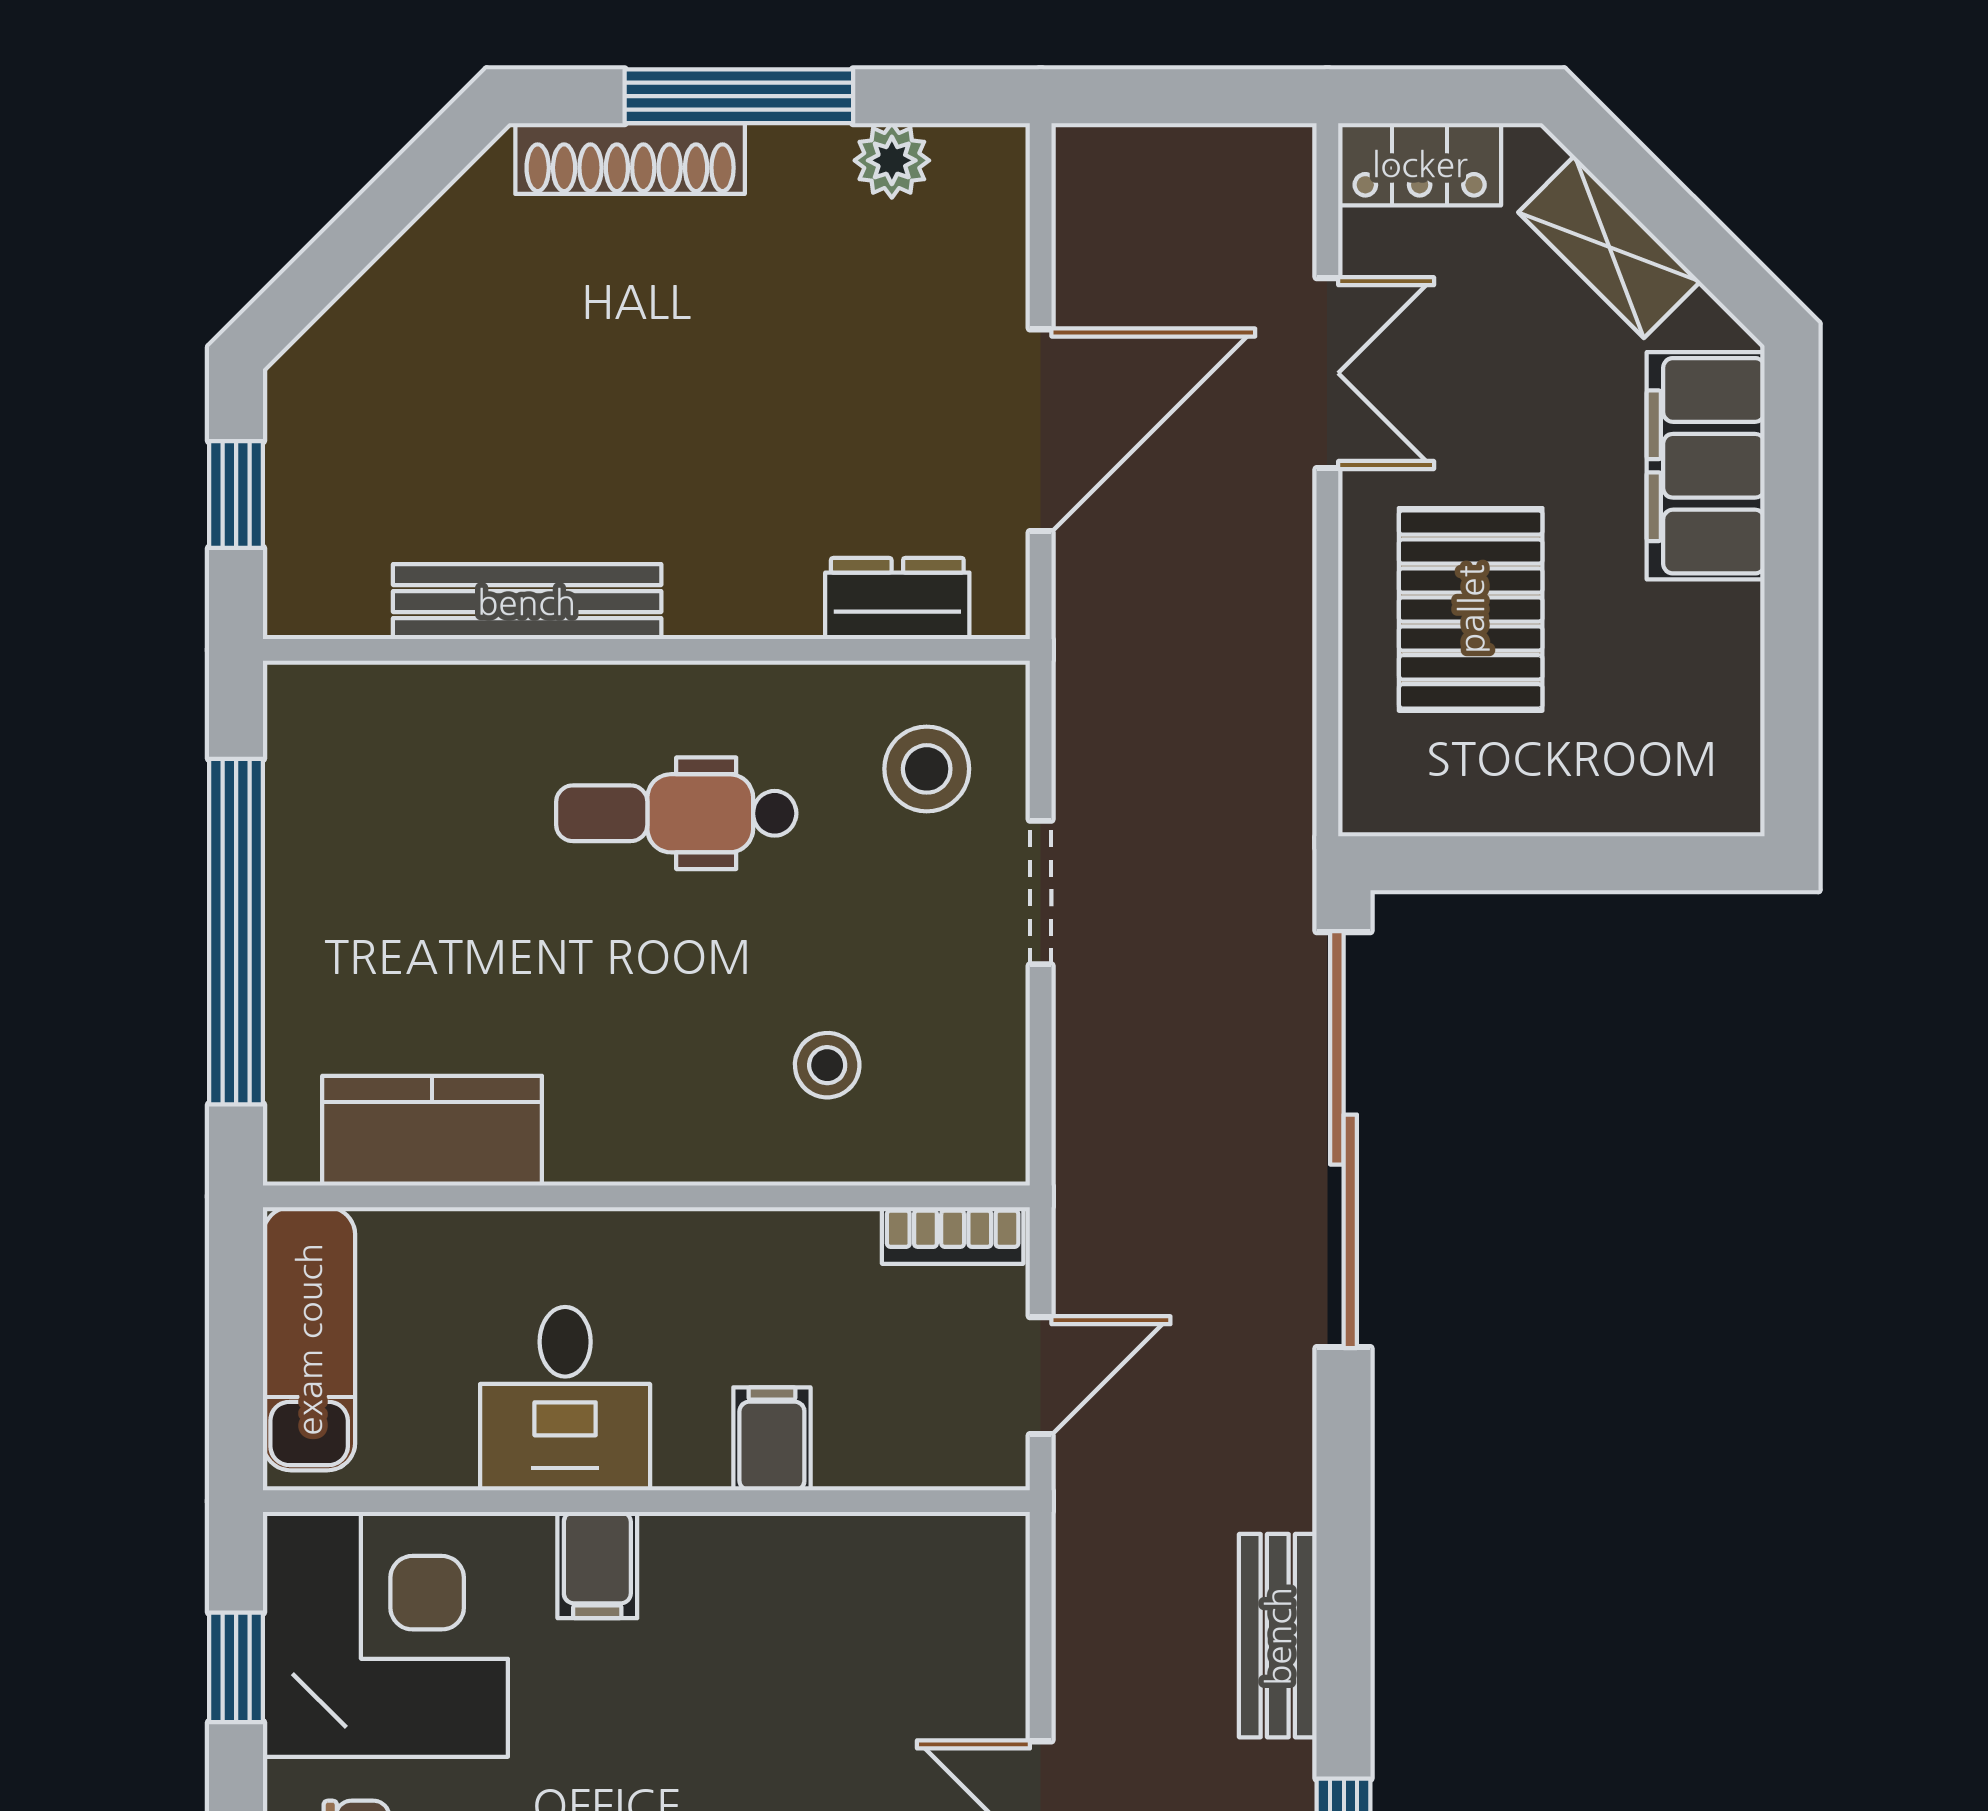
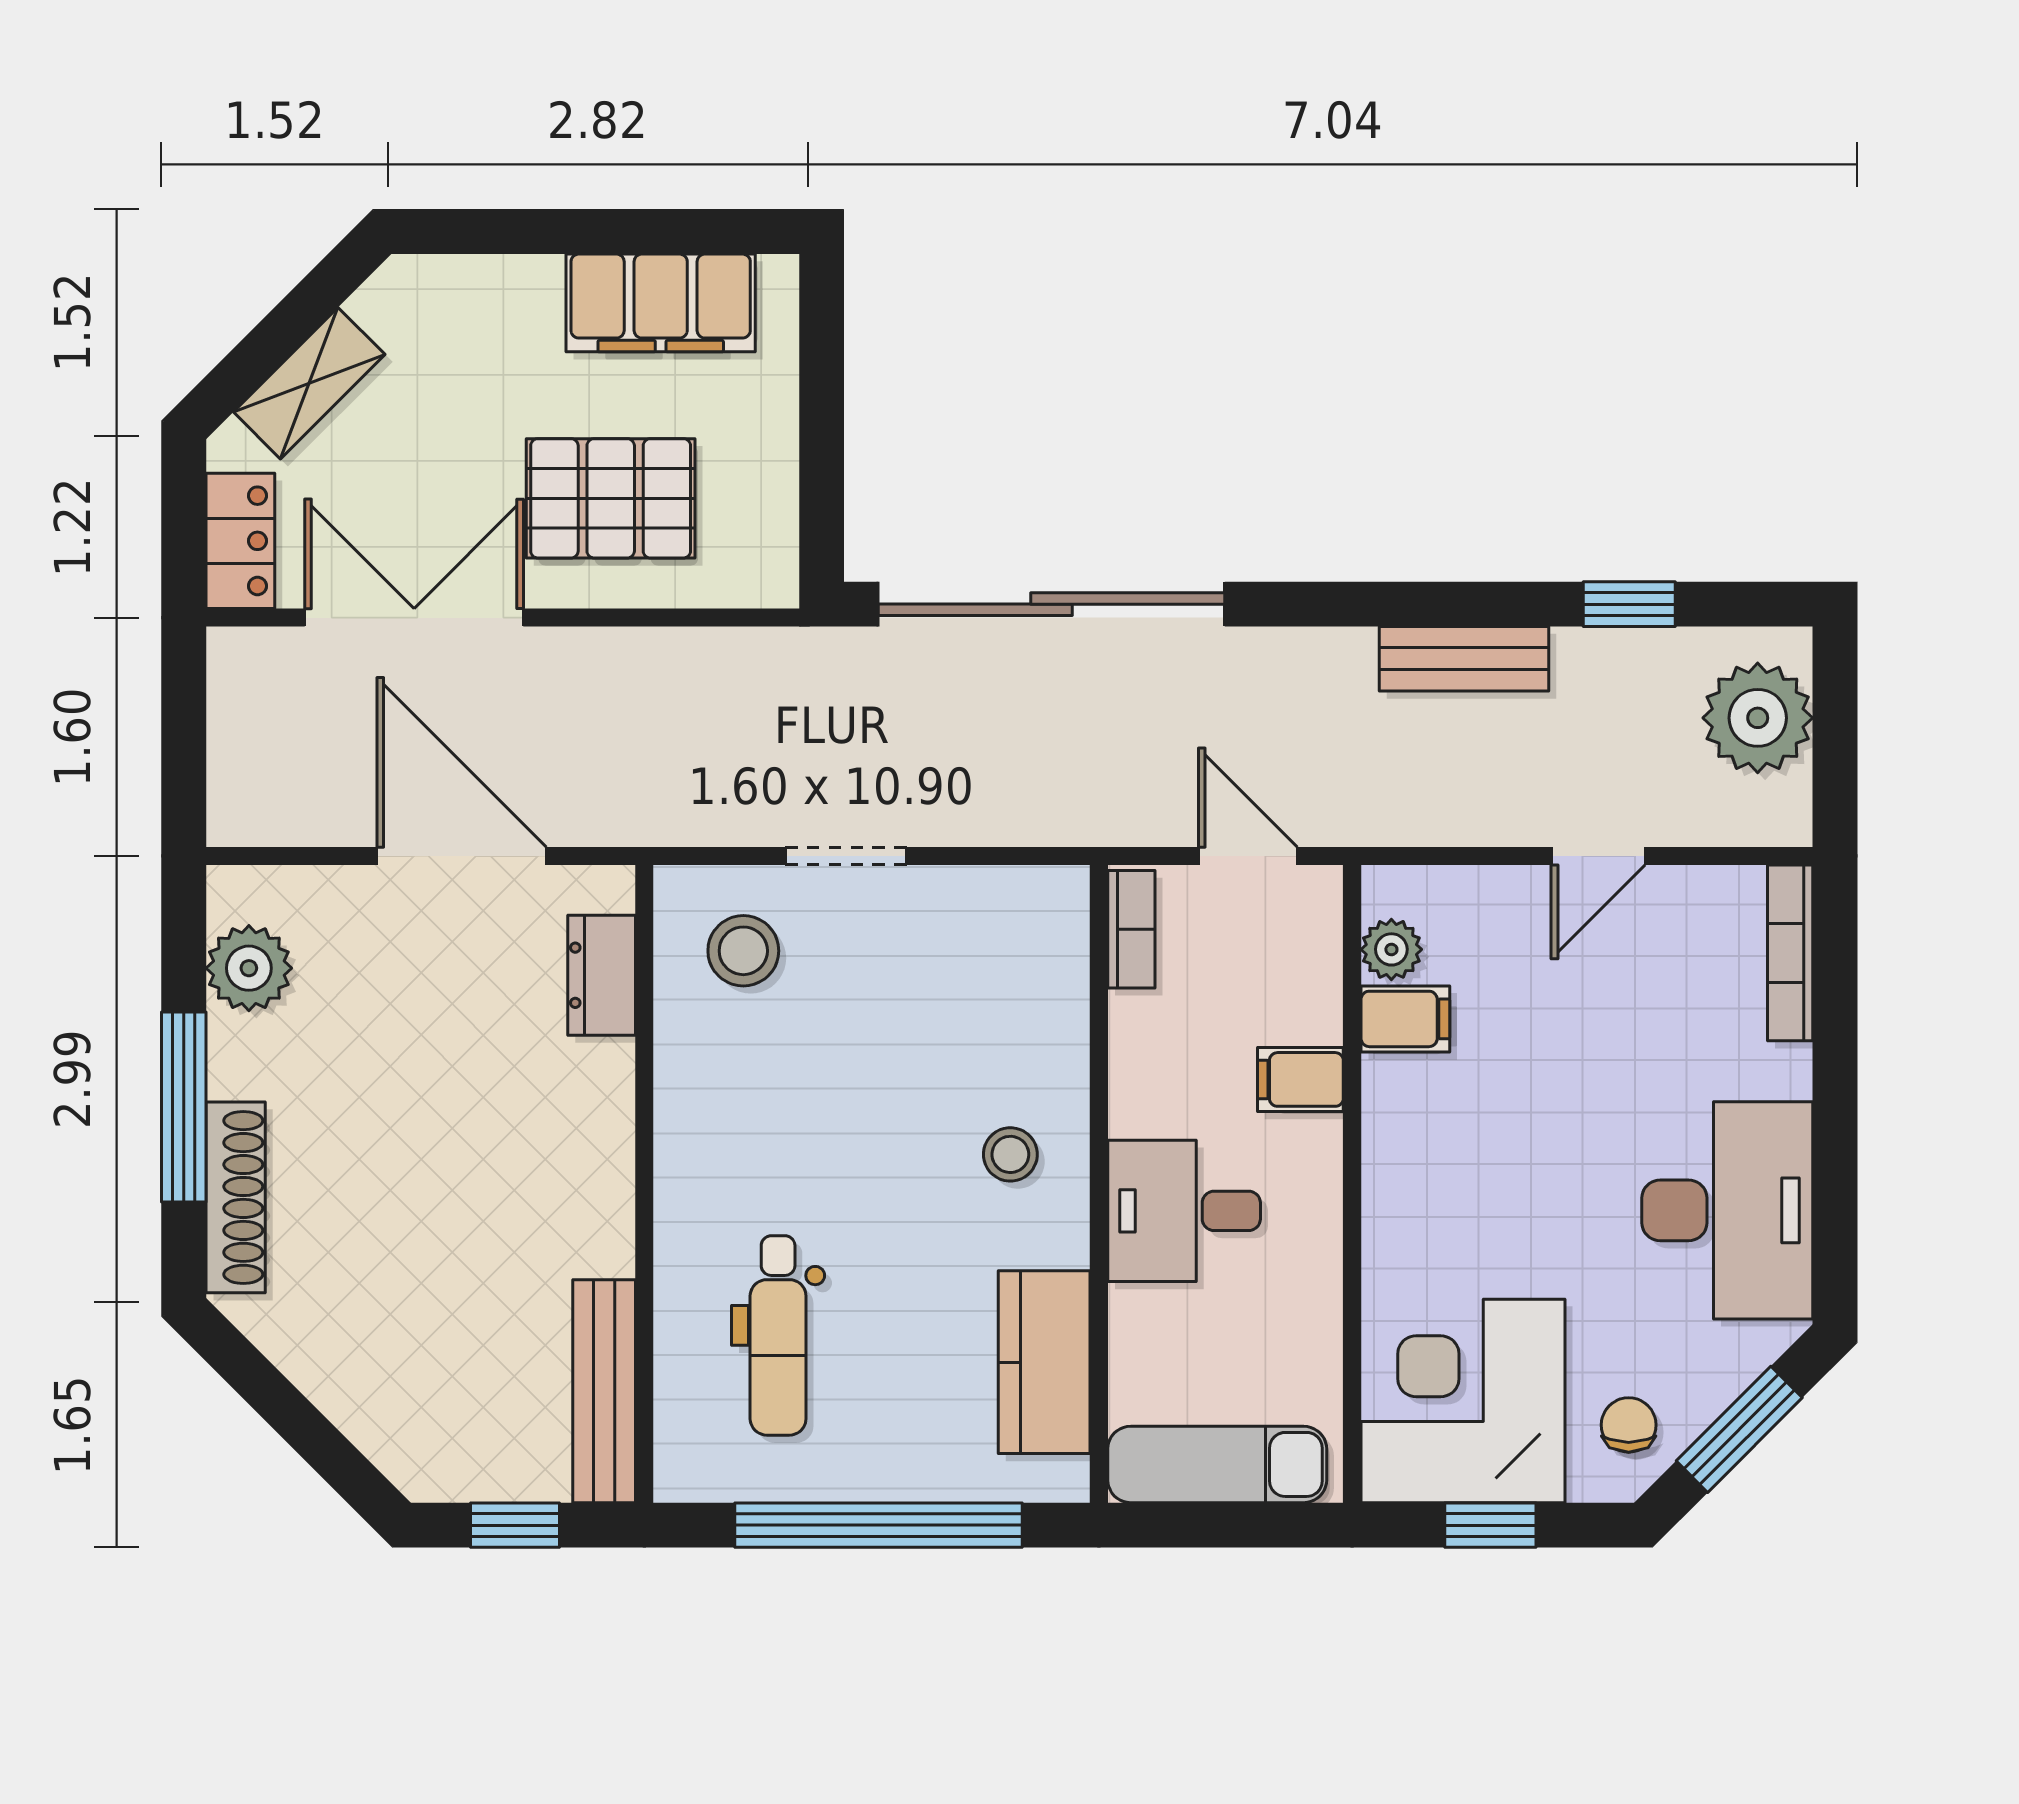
plant: (892, 160) -> (249, 968), width x1.38, depth x1.38
double door: (1327, 373) -> (414, 618), width x1.37
filing cabinet: (1706, 466) -> (661, 303), moved
bench: (527, 602) -> (604, 1391), moved
dental chair: (676, 813) -> (778, 1335), moved
stool: (827, 1065) -> (1010, 1154), moved
desk: (565, 1399) -> (1184, 1211), moved, turned 180
plant: (928, 1548) -> (1391, 949), added
filing cabinet: (597, 1565) -> (1405, 1019), moved

